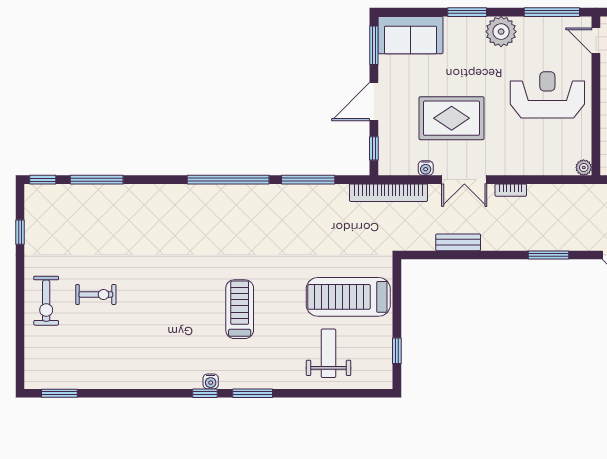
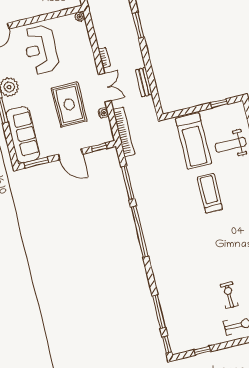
sofa: (410, 35) -> (23, 135), width x1.36
treadmill: (240, 309) -> (210, 193), moved, turned 90

